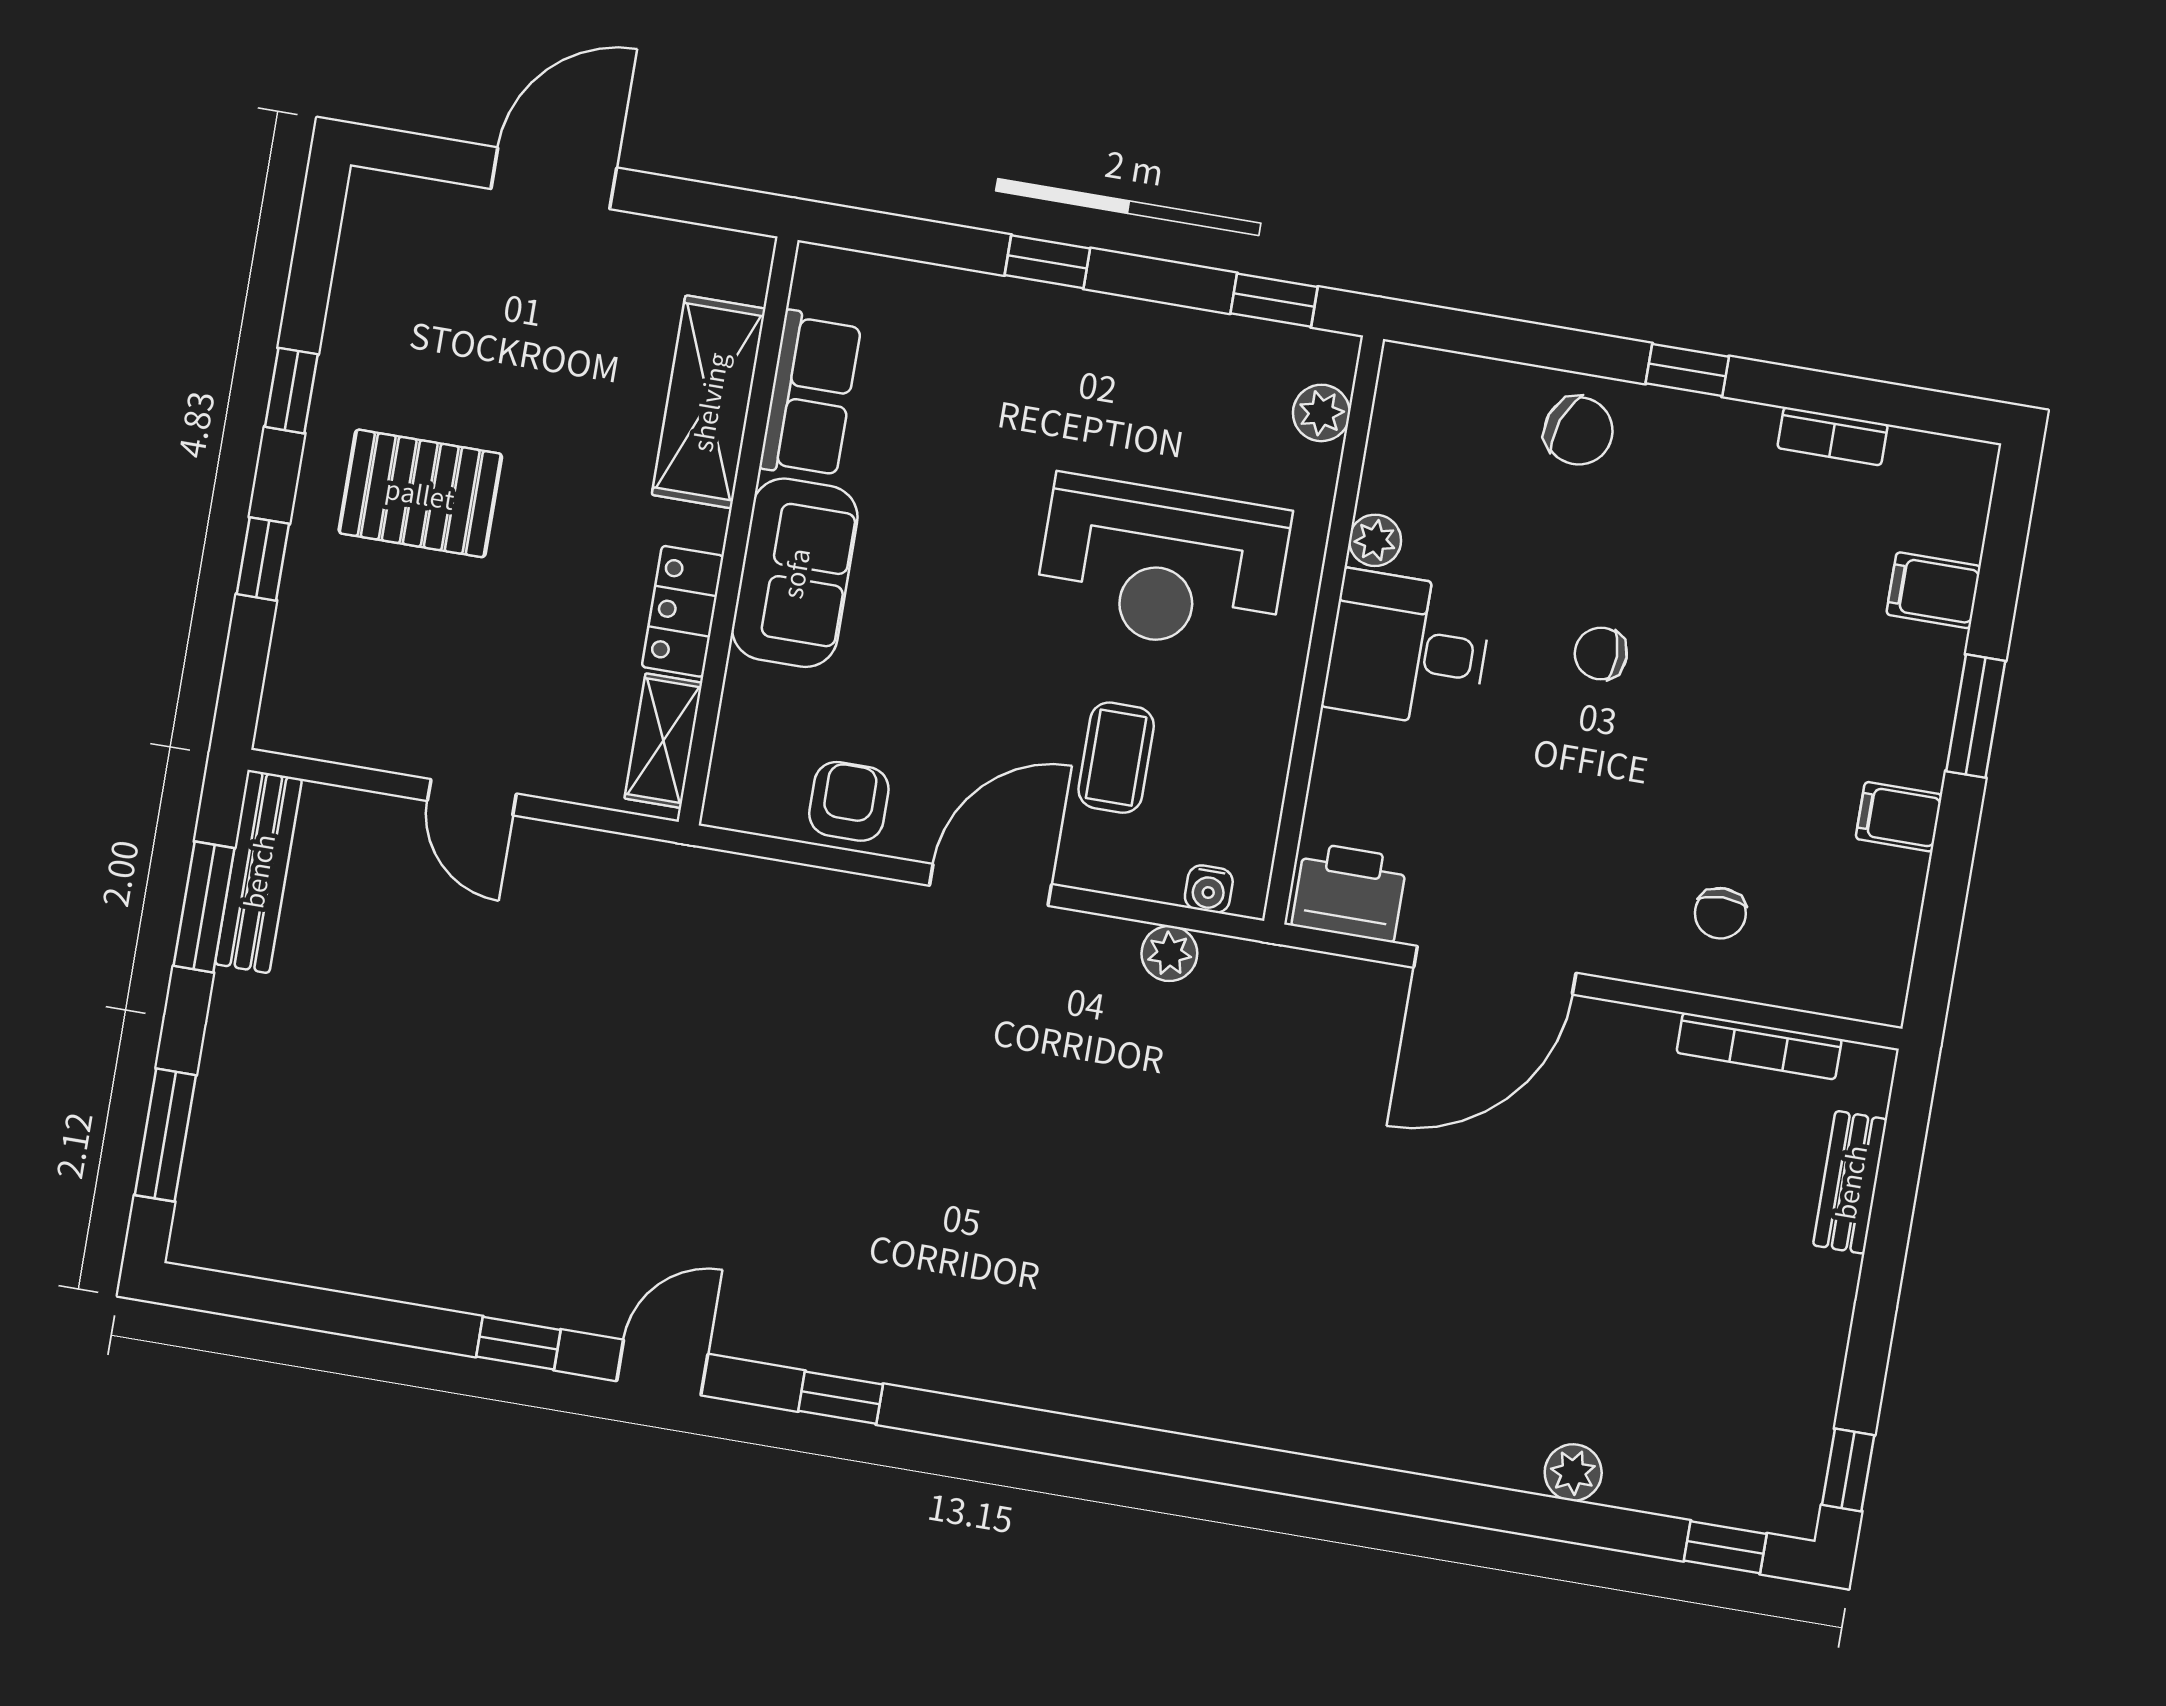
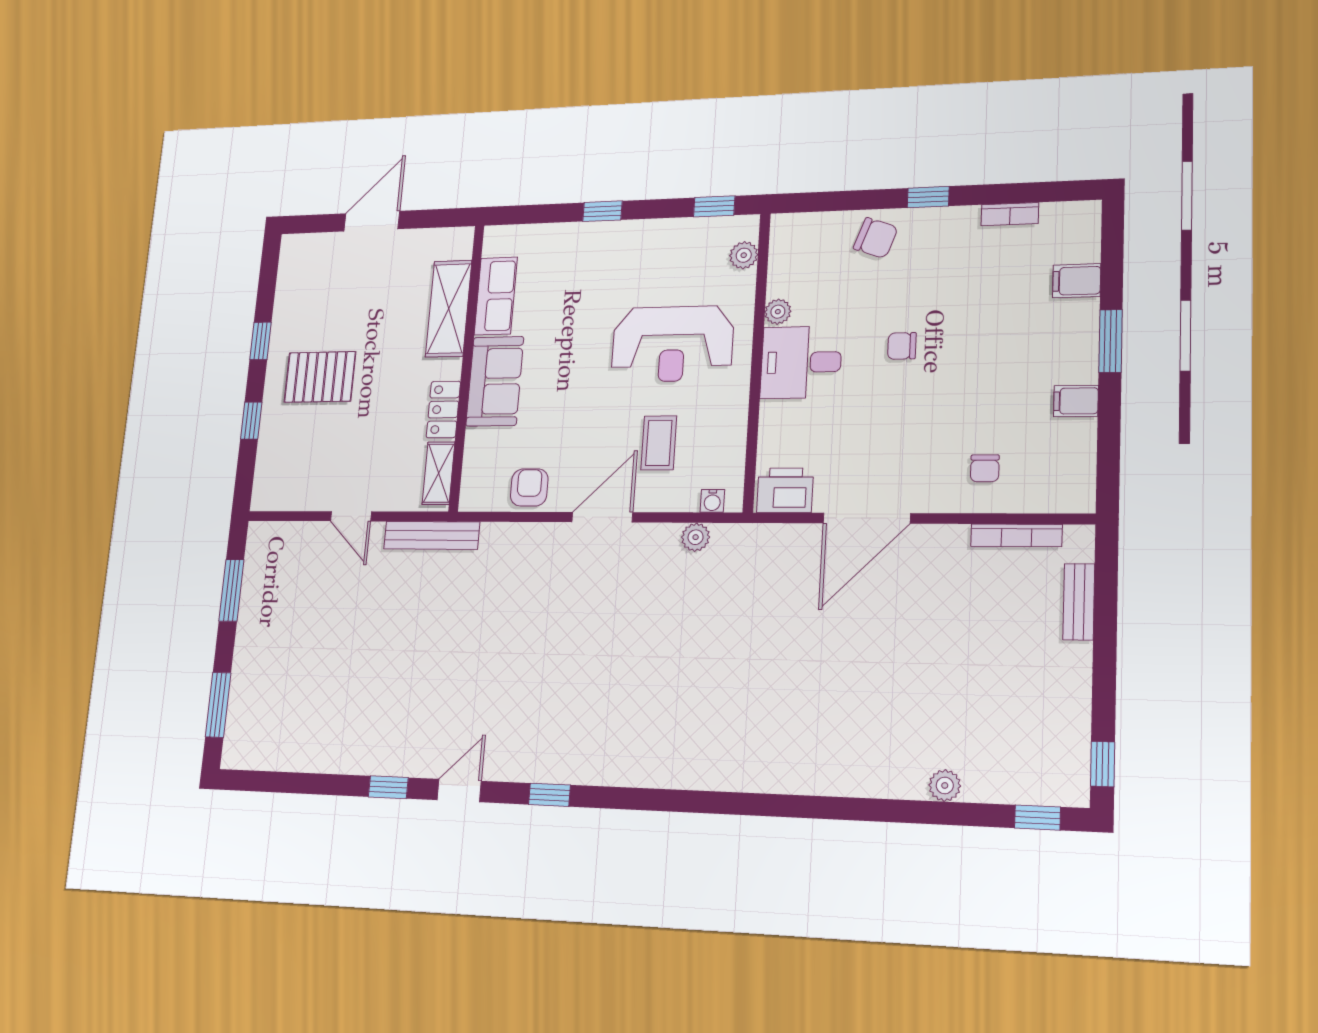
bench: (258, 871) -> (432, 535), moved, turned 90

